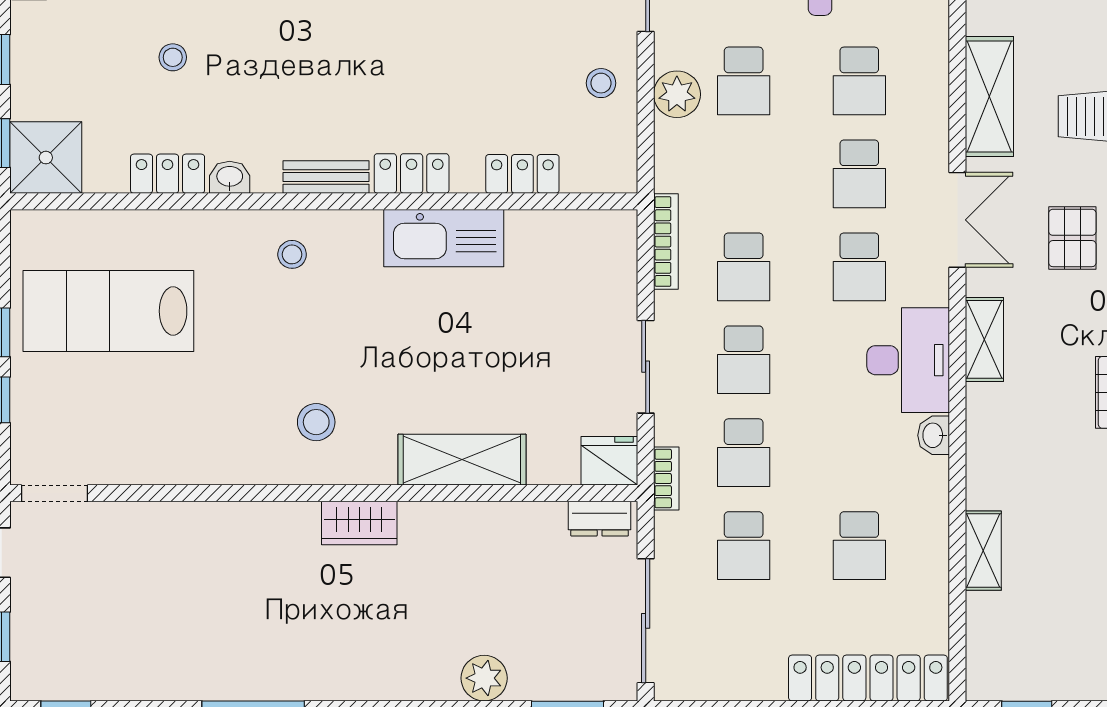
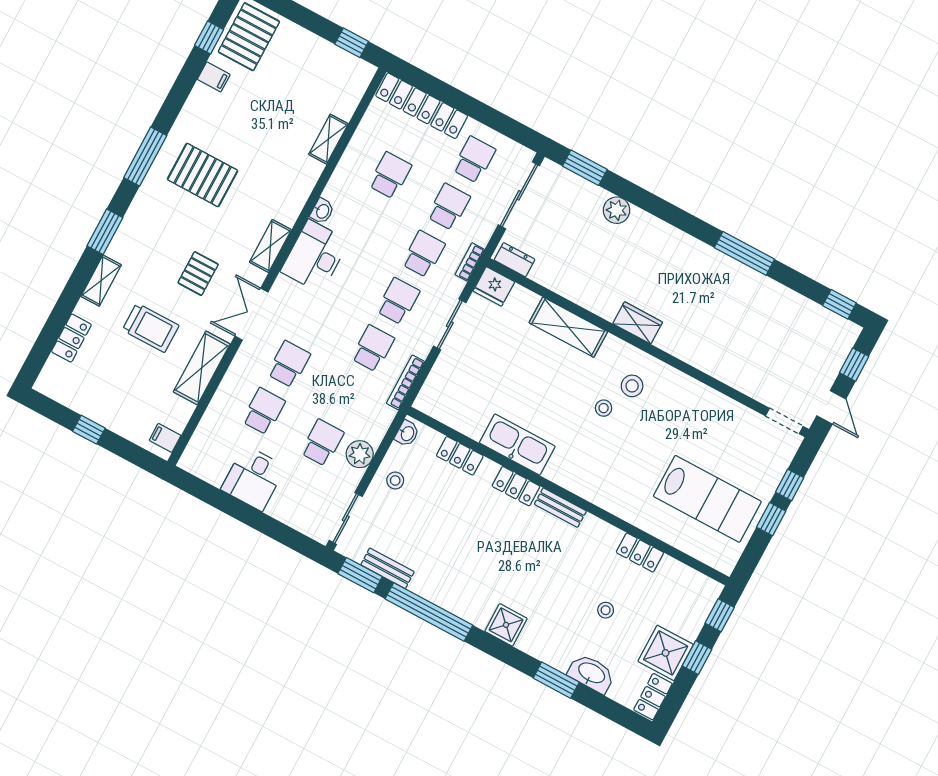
shower: (46, 158) -> (666, 653), moved
washbasin: (230, 177) -> (407, 433), moved, turned -90
stool: (292, 254) -> (604, 408), moved
school desk: (859, 267) -> (474, 160), moved

